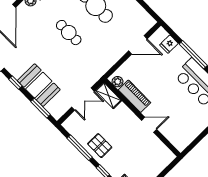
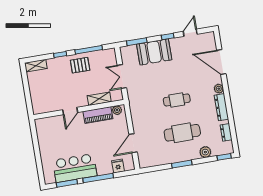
shelving: (108, 96) -> (99, 99), moved

